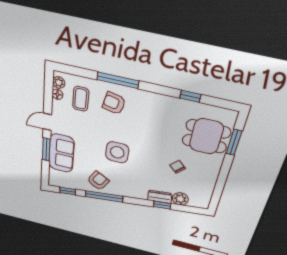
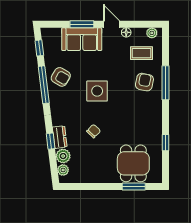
floor lamp: (57, 94) -> (126, 32), moved
chair: (178, 167) -> (94, 131), moved
plant: (195, 203) -> (63, 170), added

